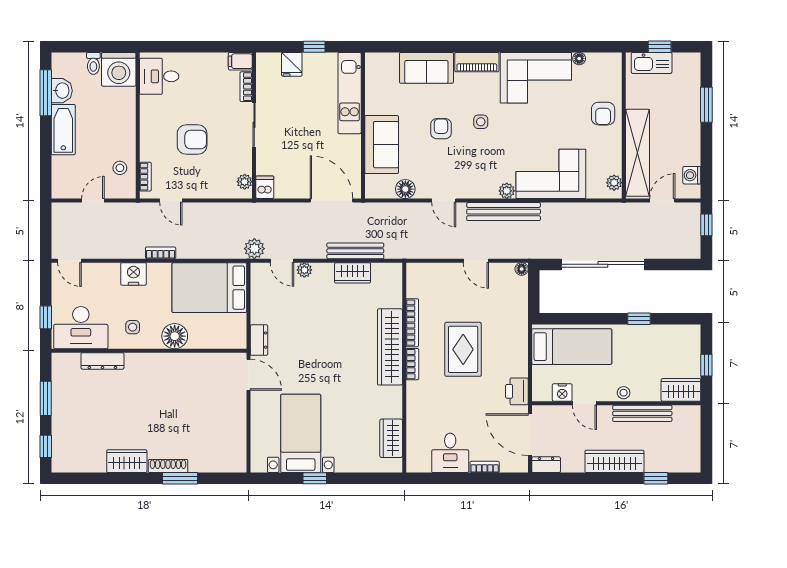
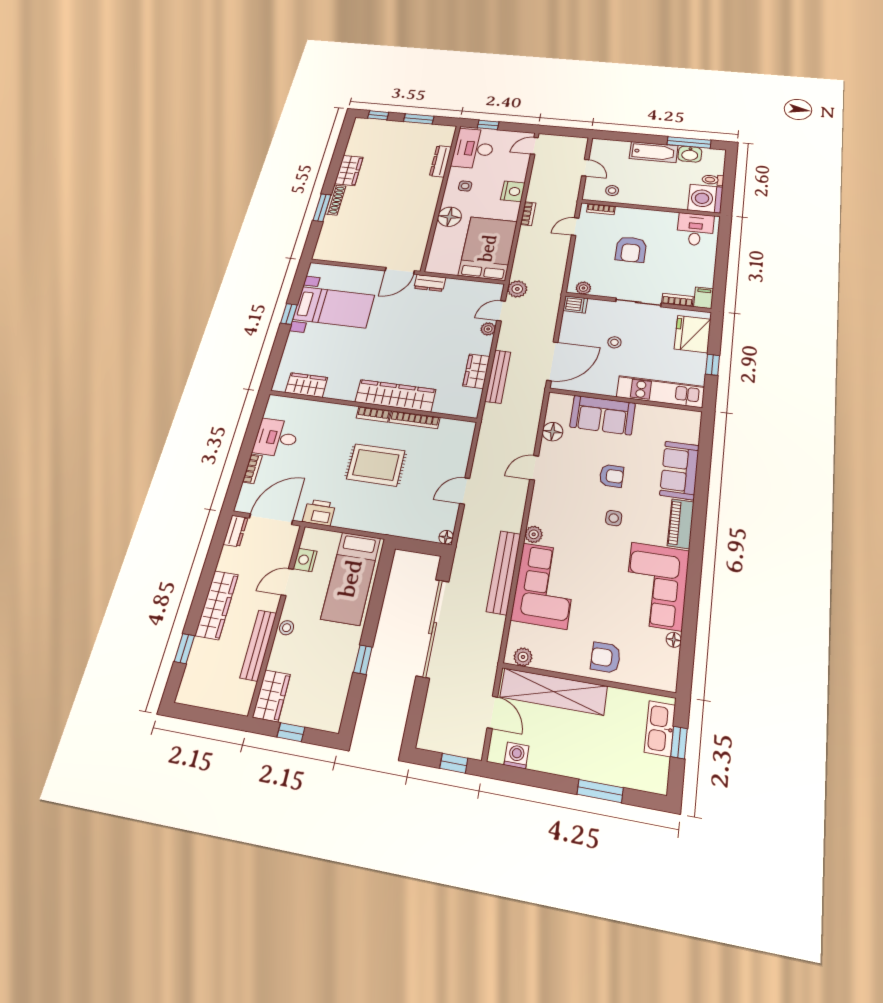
fridge: (292, 64) -> (693, 334), width x1.88, depth x1.34
stool: (302, 143) -> (614, 342), added
bench: (504, 212) -> (504, 572), moved

